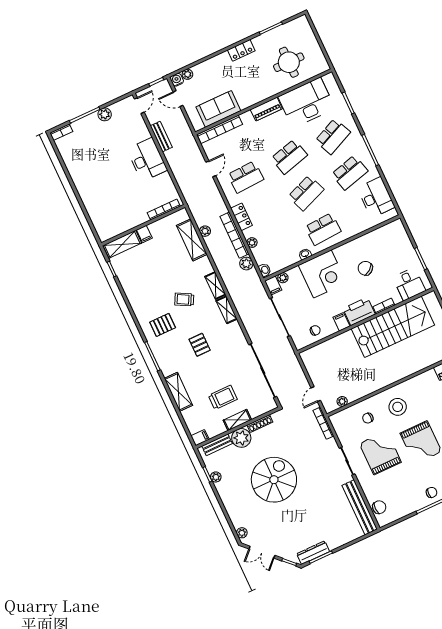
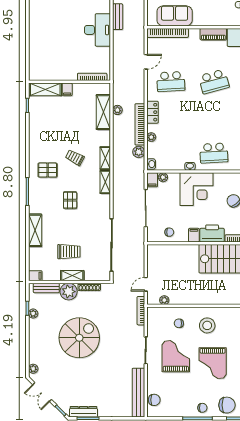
school desk: (306, 193) -> (214, 117), removed

